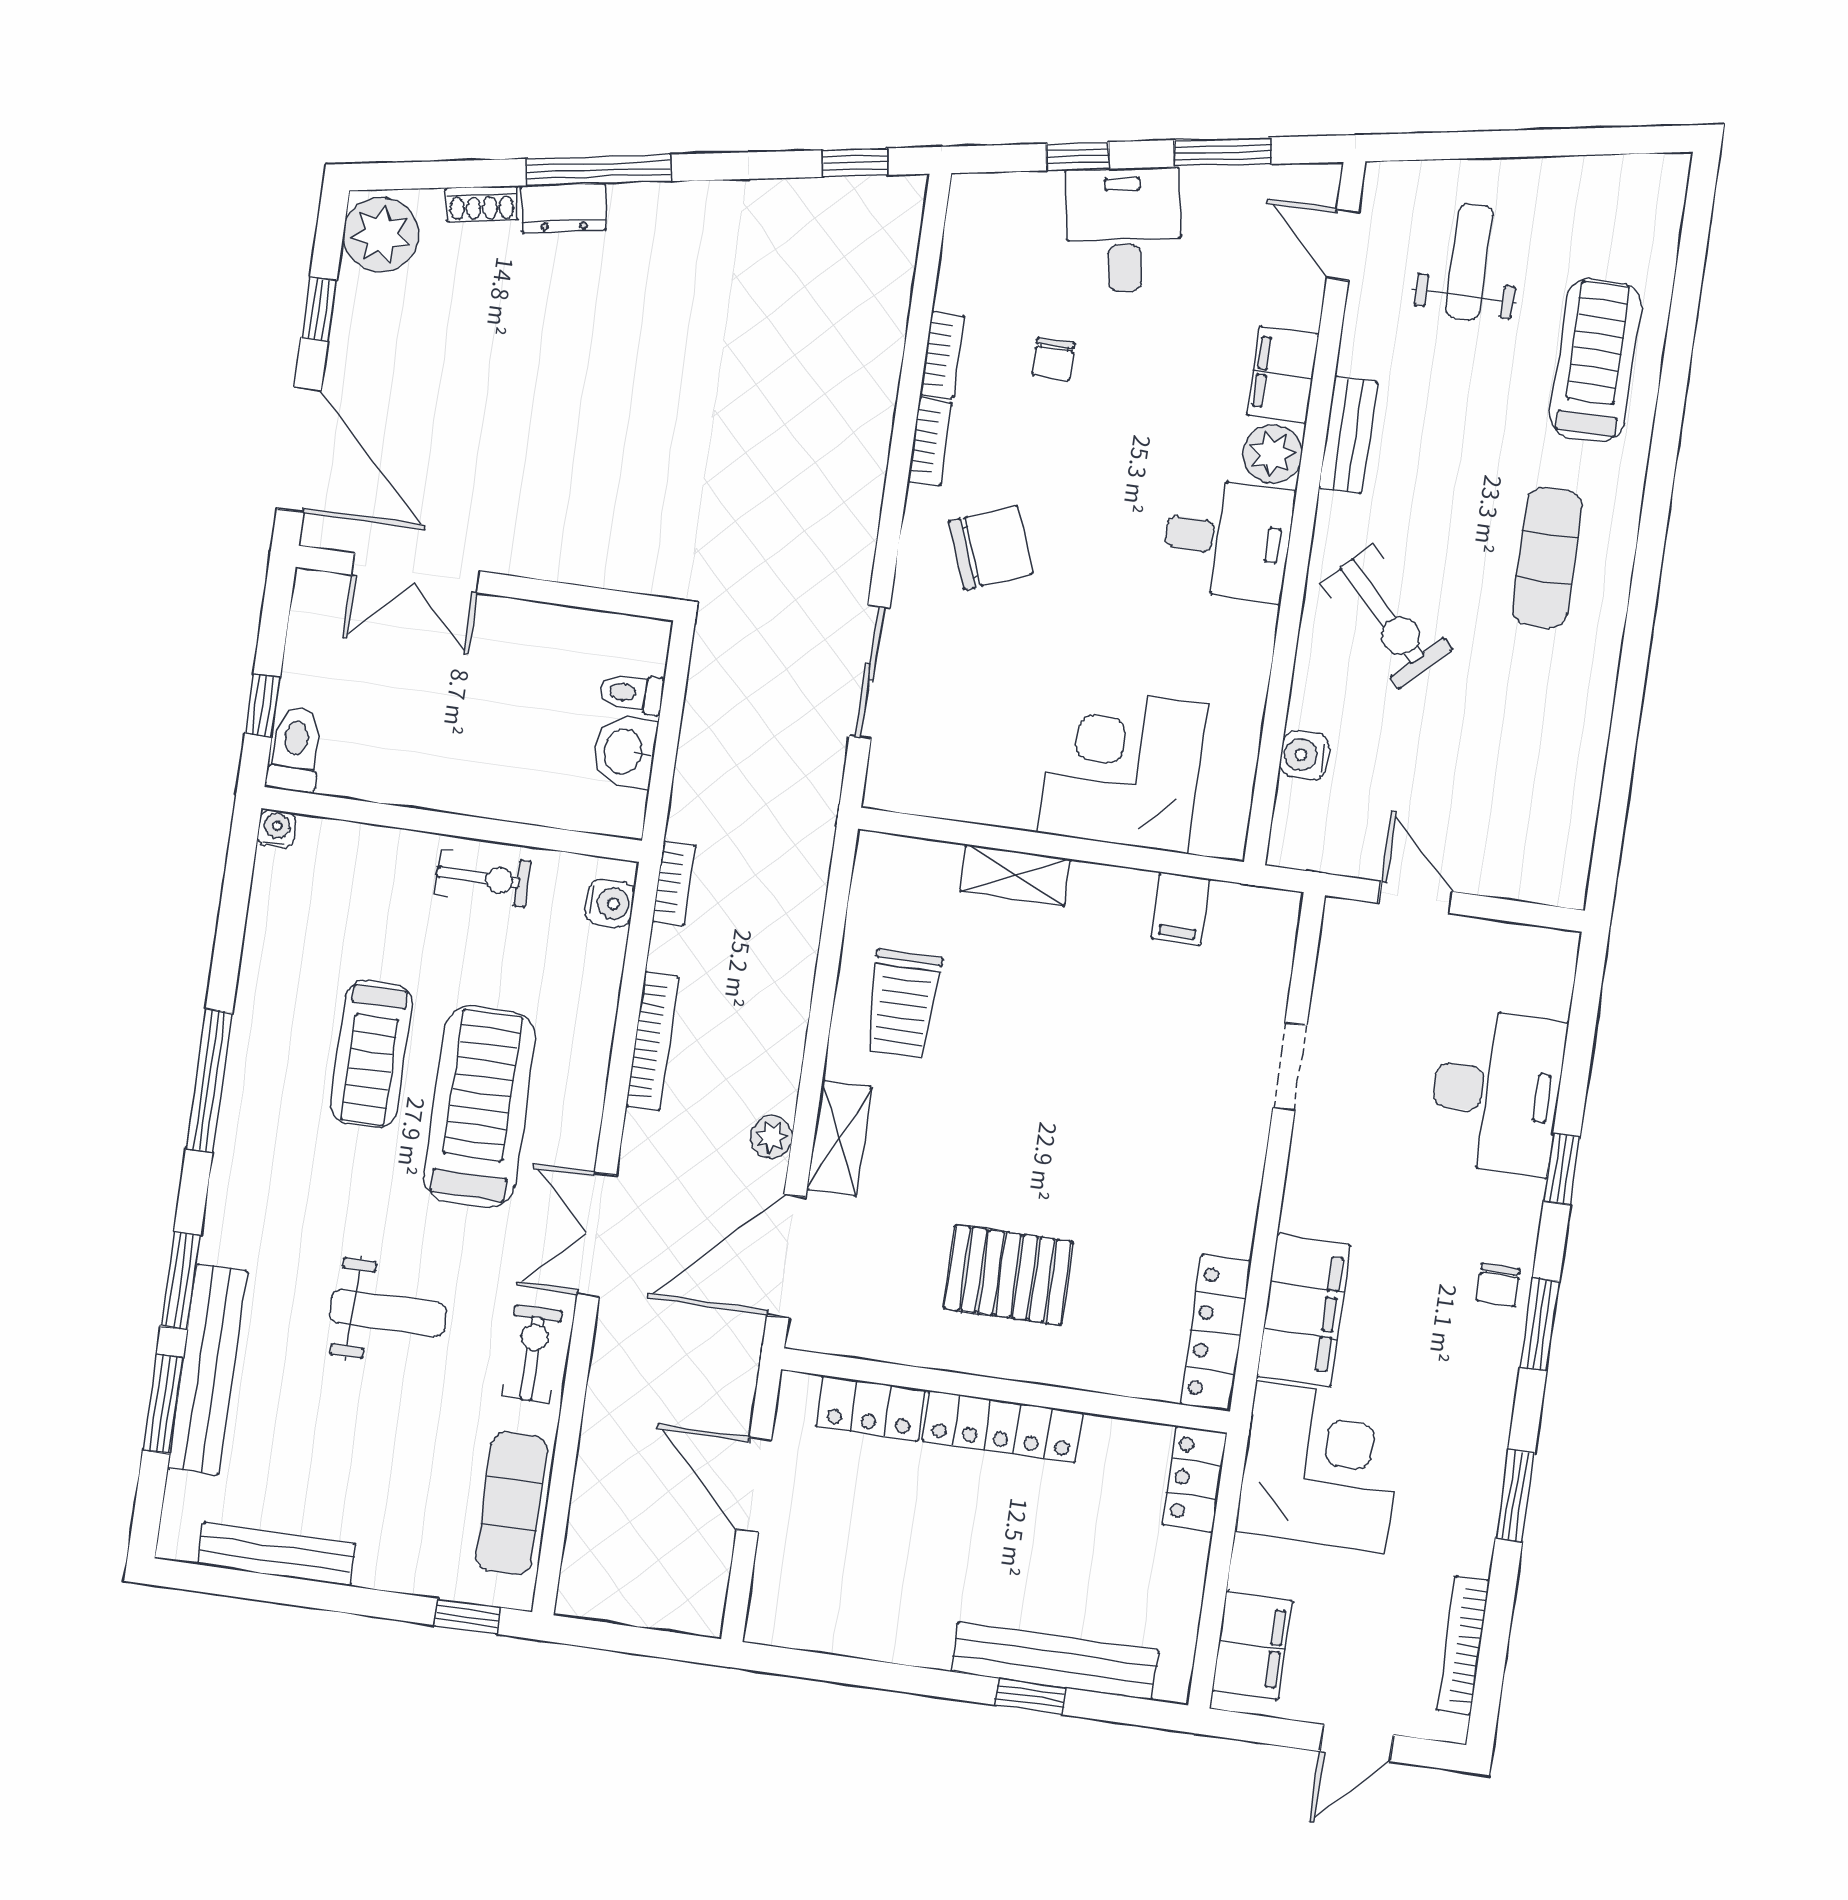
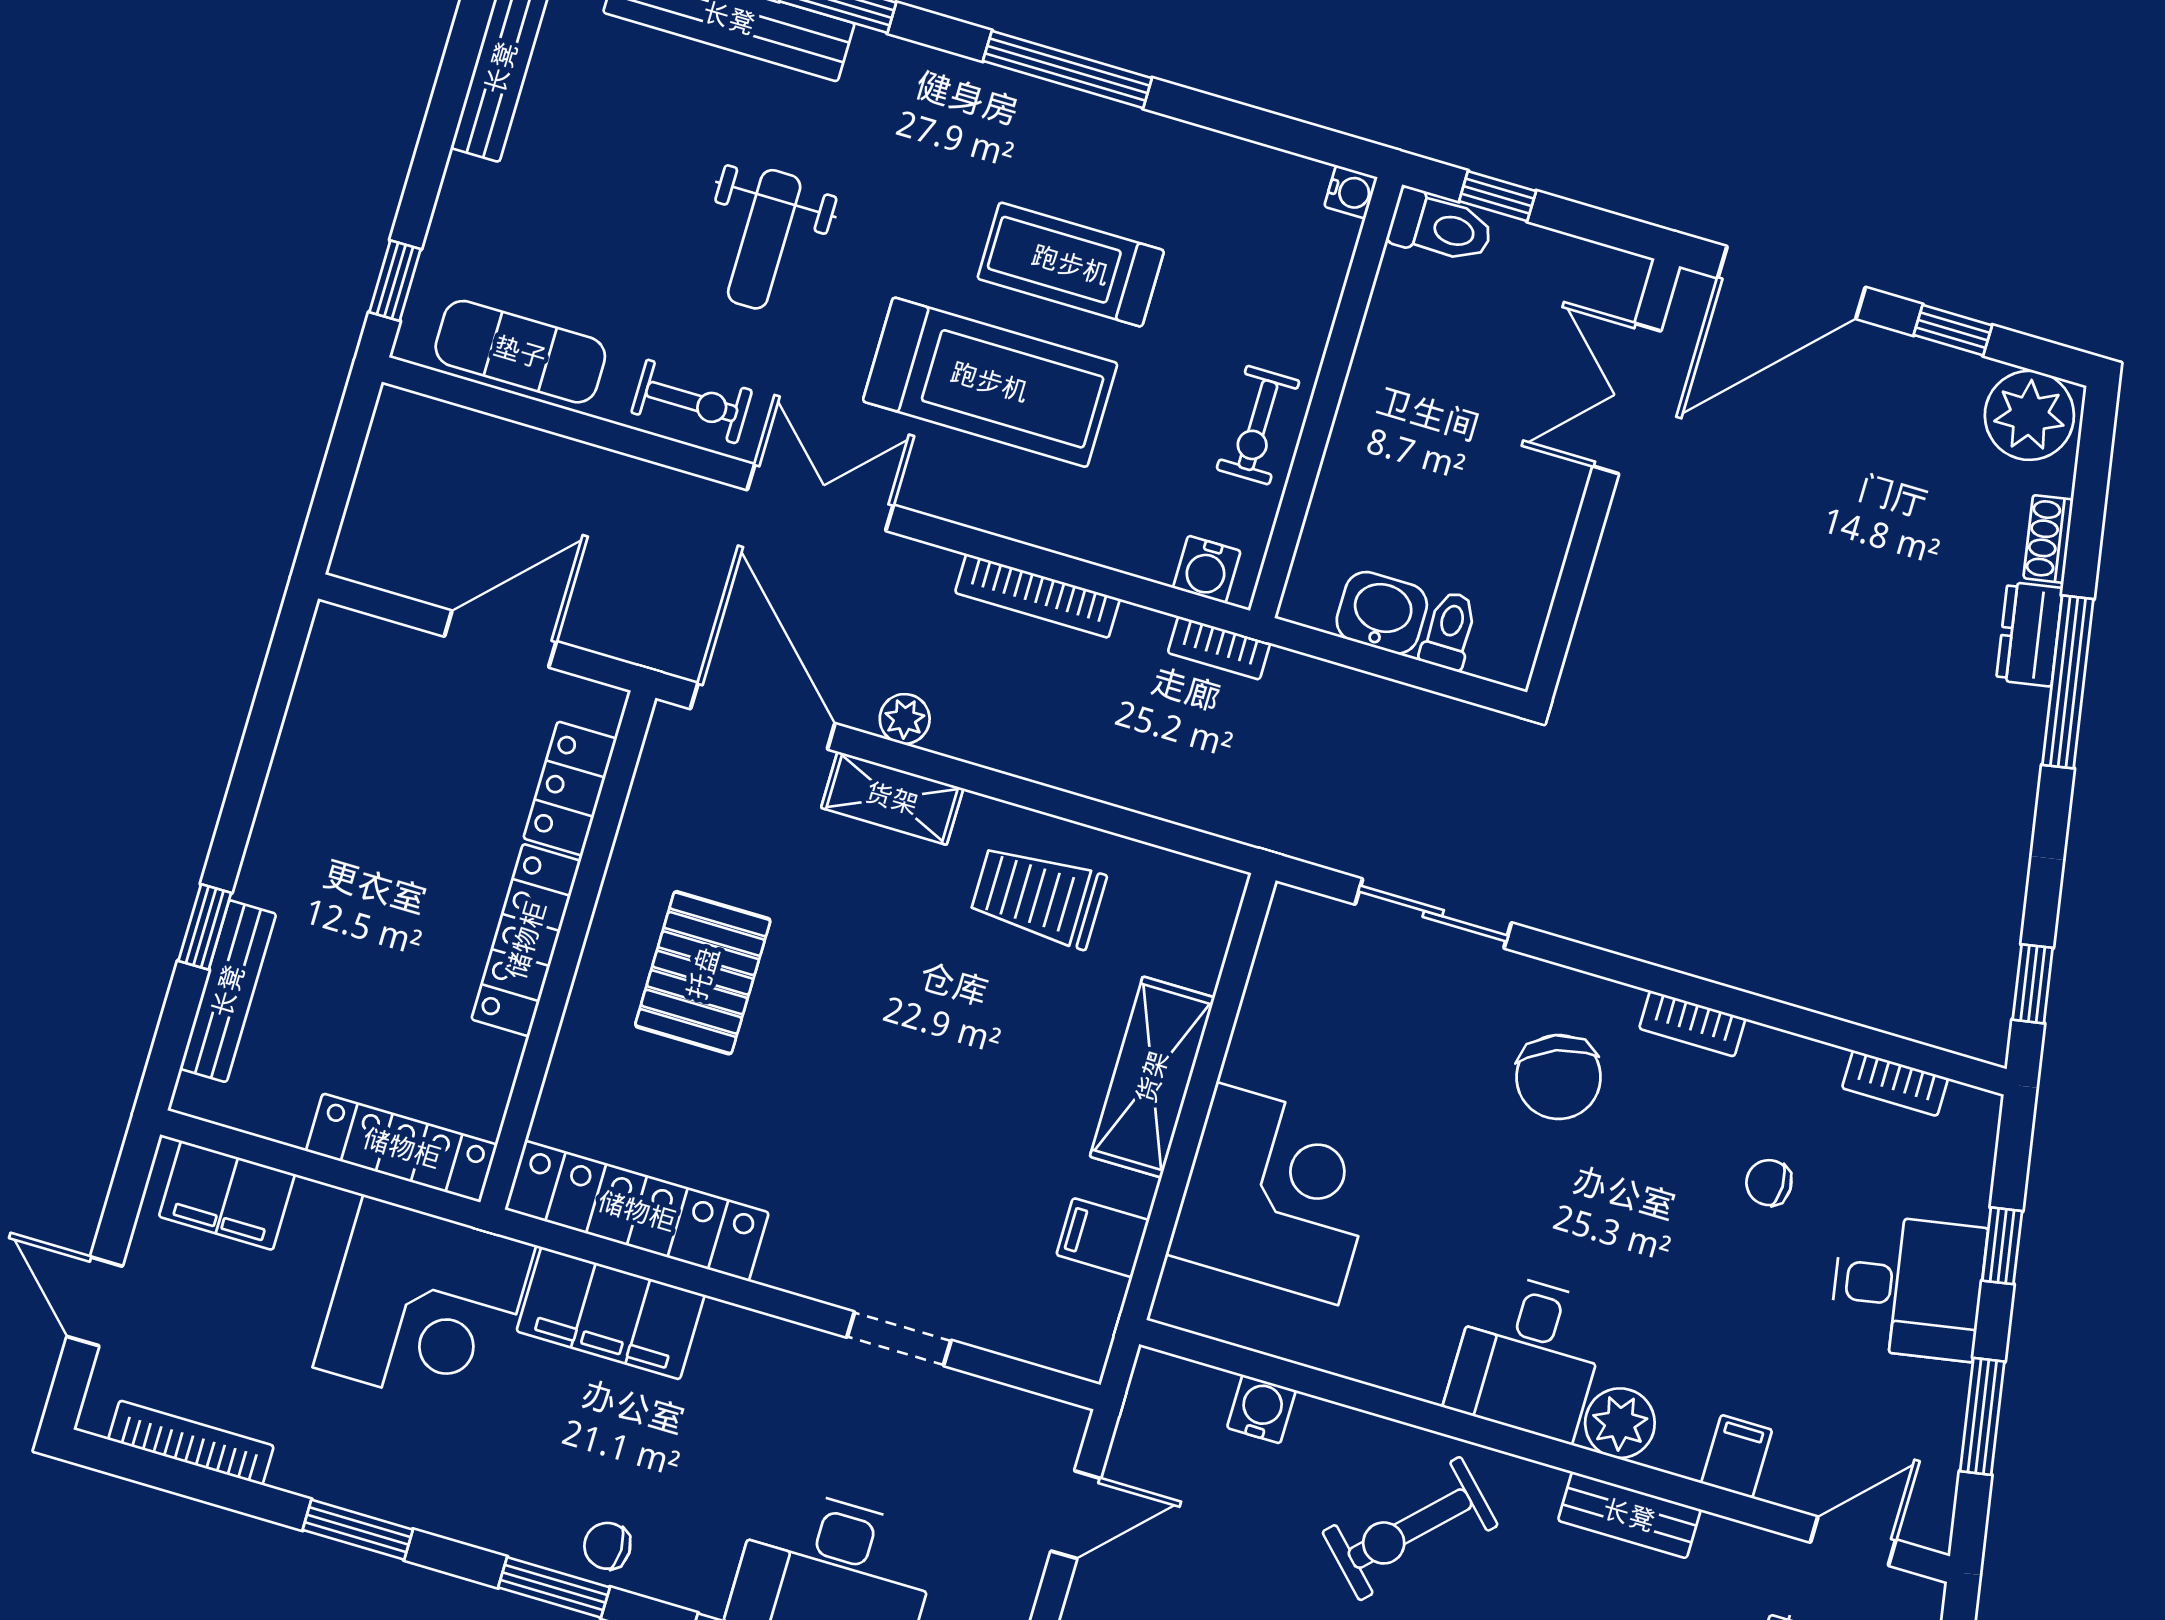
bookcase: (942, 355) -> (1895, 1083), moved
filing cabinet: (1283, 375) -> (1737, 1456), width x0.50
shelving: (1015, 875) -> (1152, 1077), width x1.50, depth x1.33
locker: (1216, 1333) -> (637, 1211), width x1.41, depth x1.21
locker: (1195, 1479) -> (402, 1148), width x1.53
bench: (1055, 1661) -> (228, 991), width x0.73, depth x0.82

